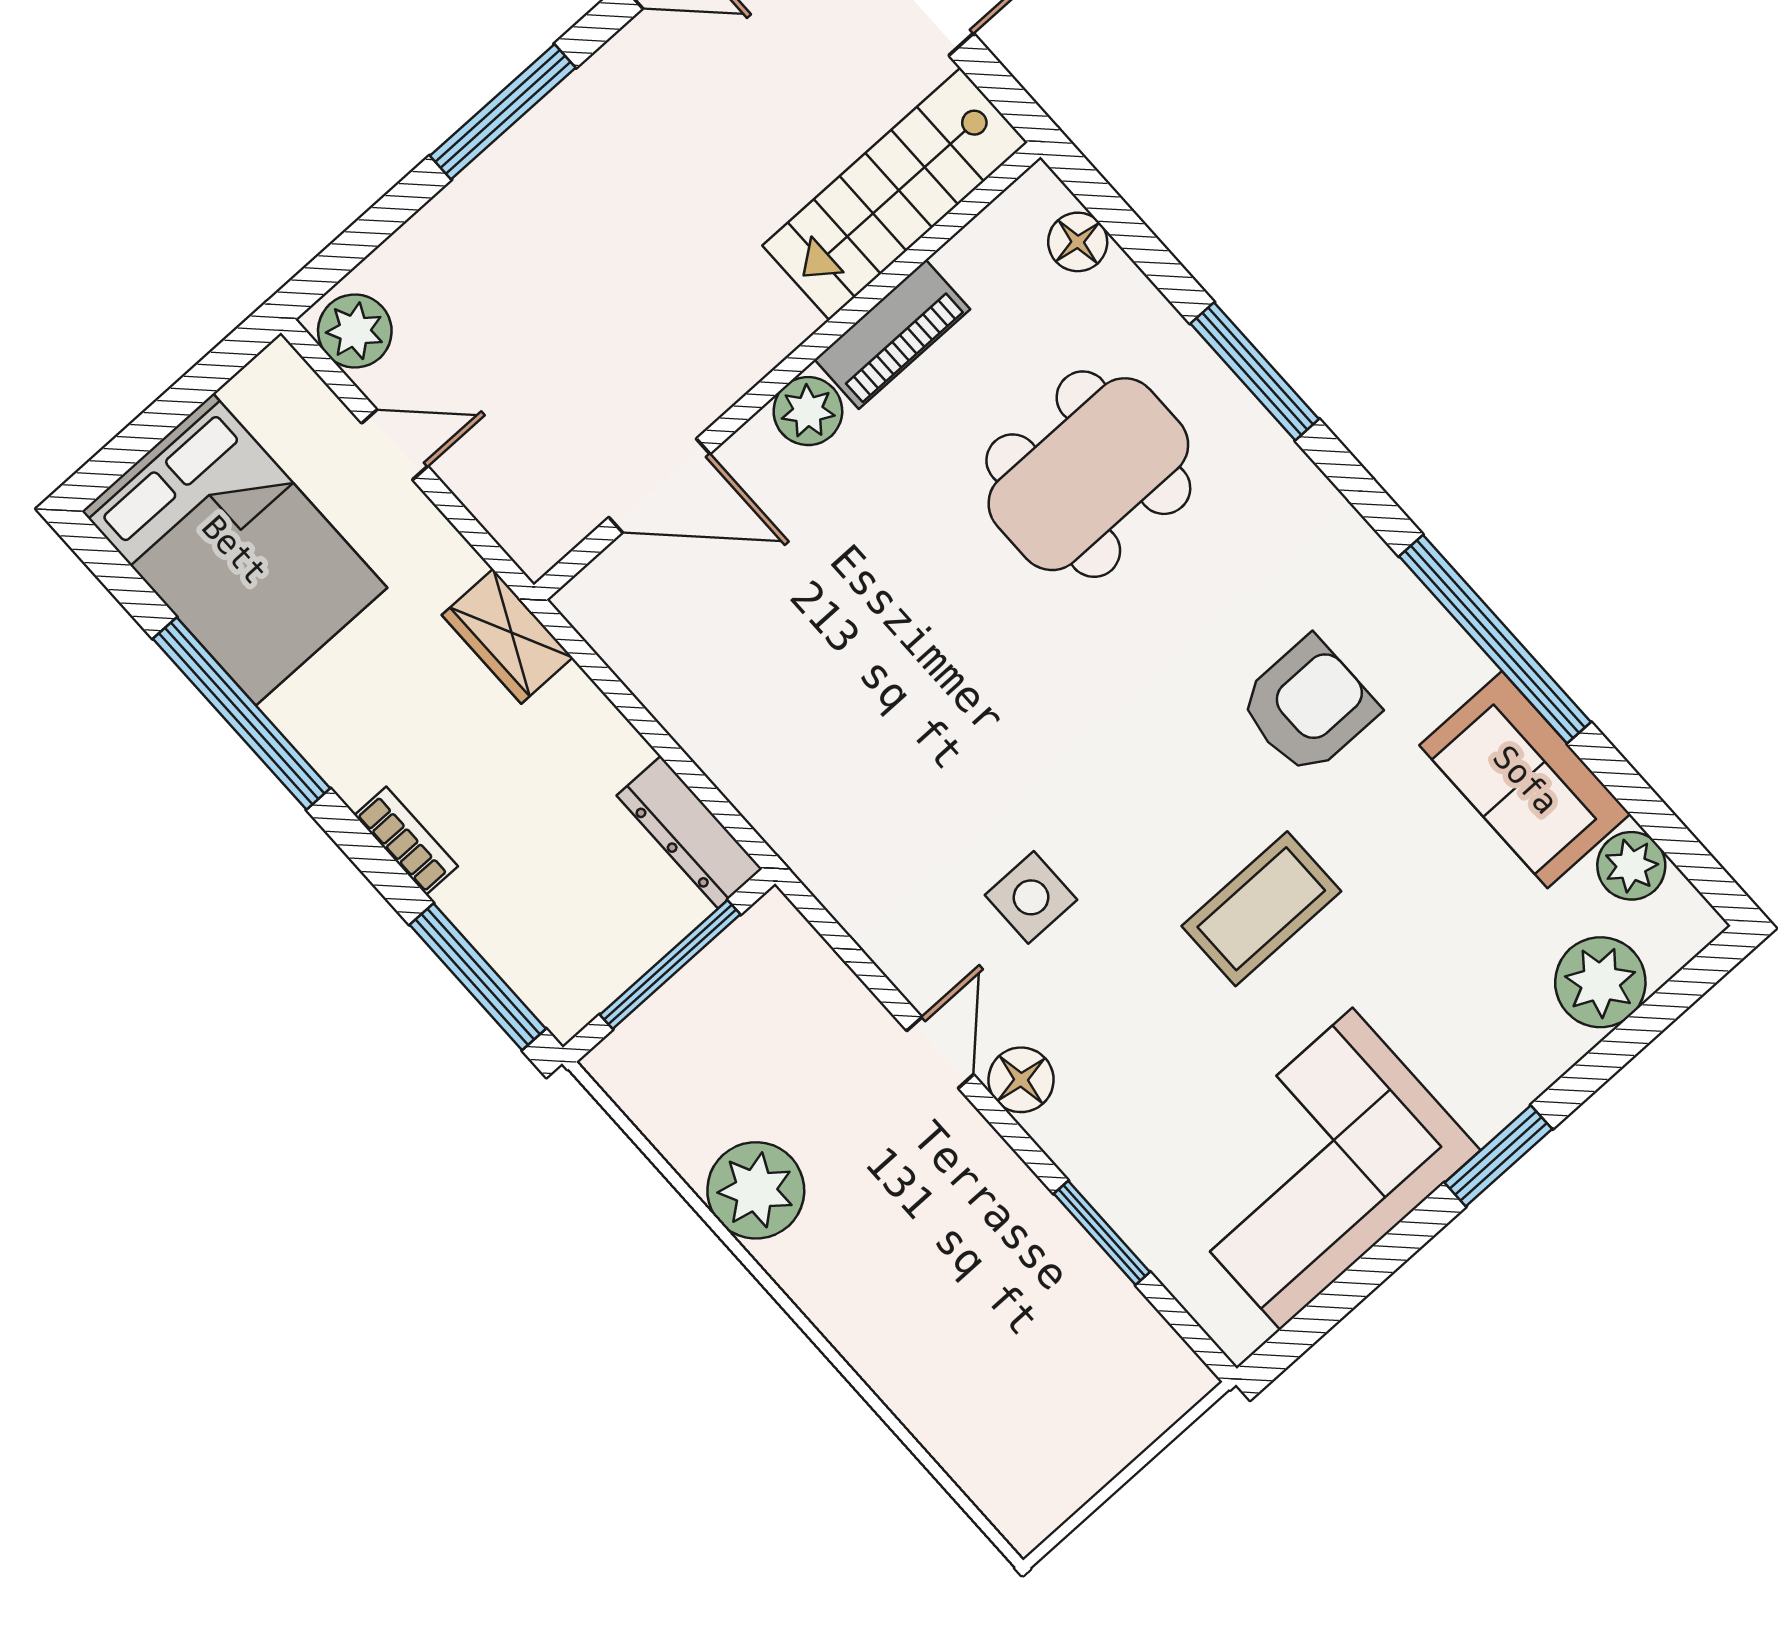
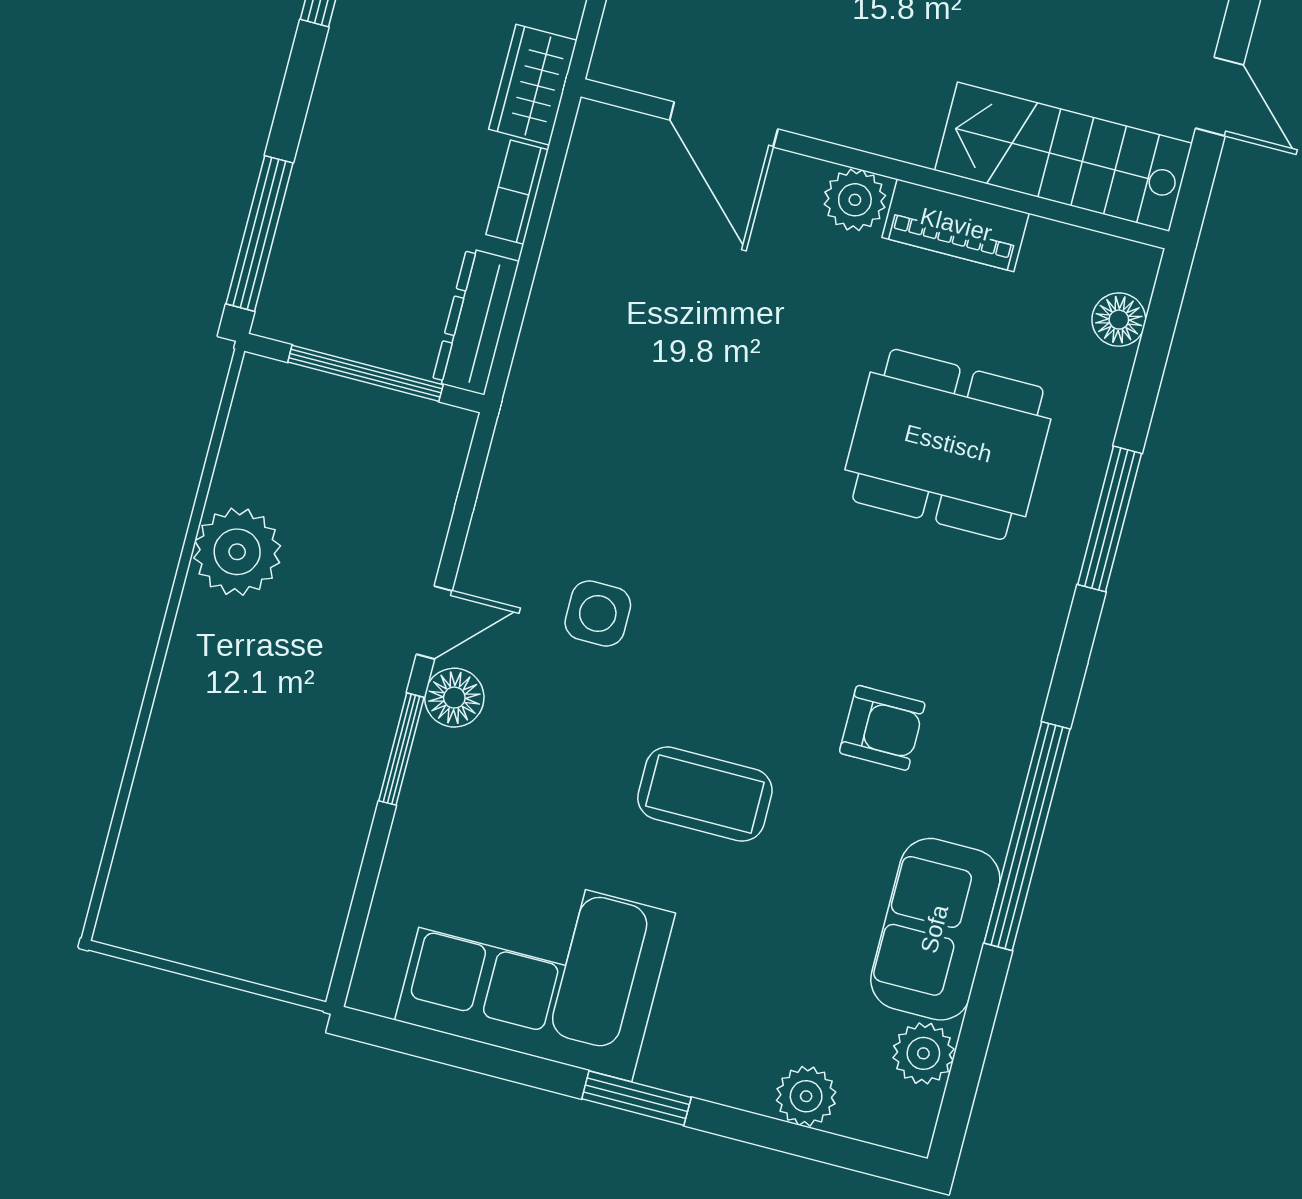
armchair: (1308, 706) -> (882, 728), width x0.72, depth x0.72
bookcase: (406, 841) -> (517, 192), moved, turned 180
plant: (1600, 982) -> (806, 1096), width x0.73, depth x0.73
window: (1102, 1233) -> (401, 749), moved

